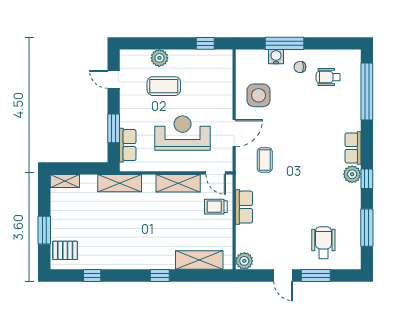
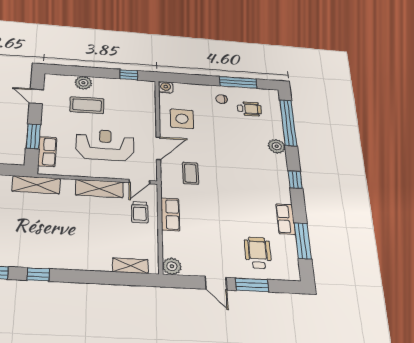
window: (285, 43) -> (238, 82), moved
water cooler: (276, 57) -> (166, 87), moved
wheelchair: (328, 77) -> (249, 109), turned 180
row of seats: (353, 148) -> (286, 219), moved
door: (216, 173) -> (139, 182), hinge flipped
plant: (352, 174) -> (277, 146), moved
window: (367, 179) -> (295, 180), moved
trolley: (216, 207) -> (140, 212), turned -90
shelving: (199, 260) -> (130, 266), width x0.67, depth x0.75
window: (160, 275) -> (38, 274), moved

